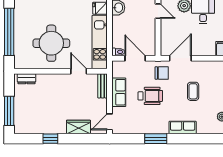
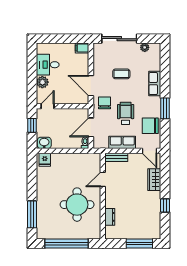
kitchen unit: (100, 42) -> (76, 160), removed
dresser: (26, 79) -> (110, 217), moved
chair: (137, 123) -> (150, 126), added

